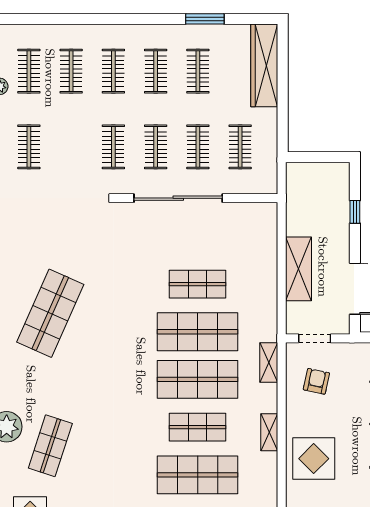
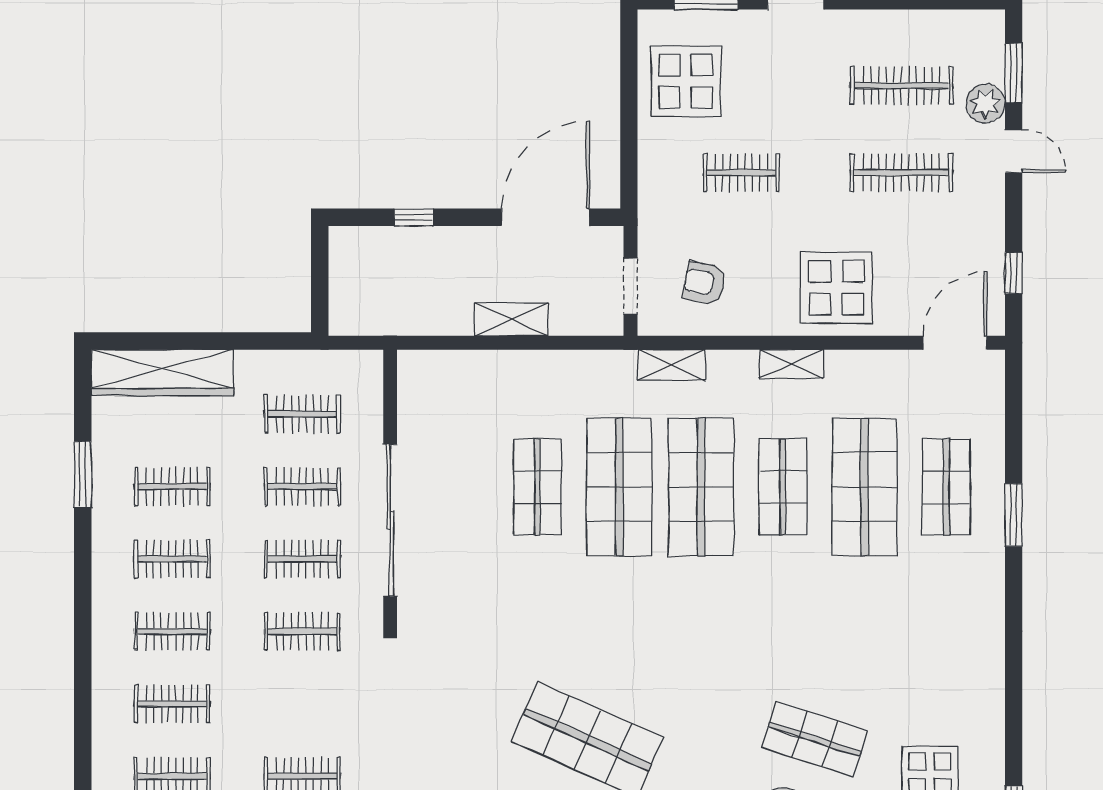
shelving: (298, 269) -> (511, 319), width x0.67, depth x0.75

